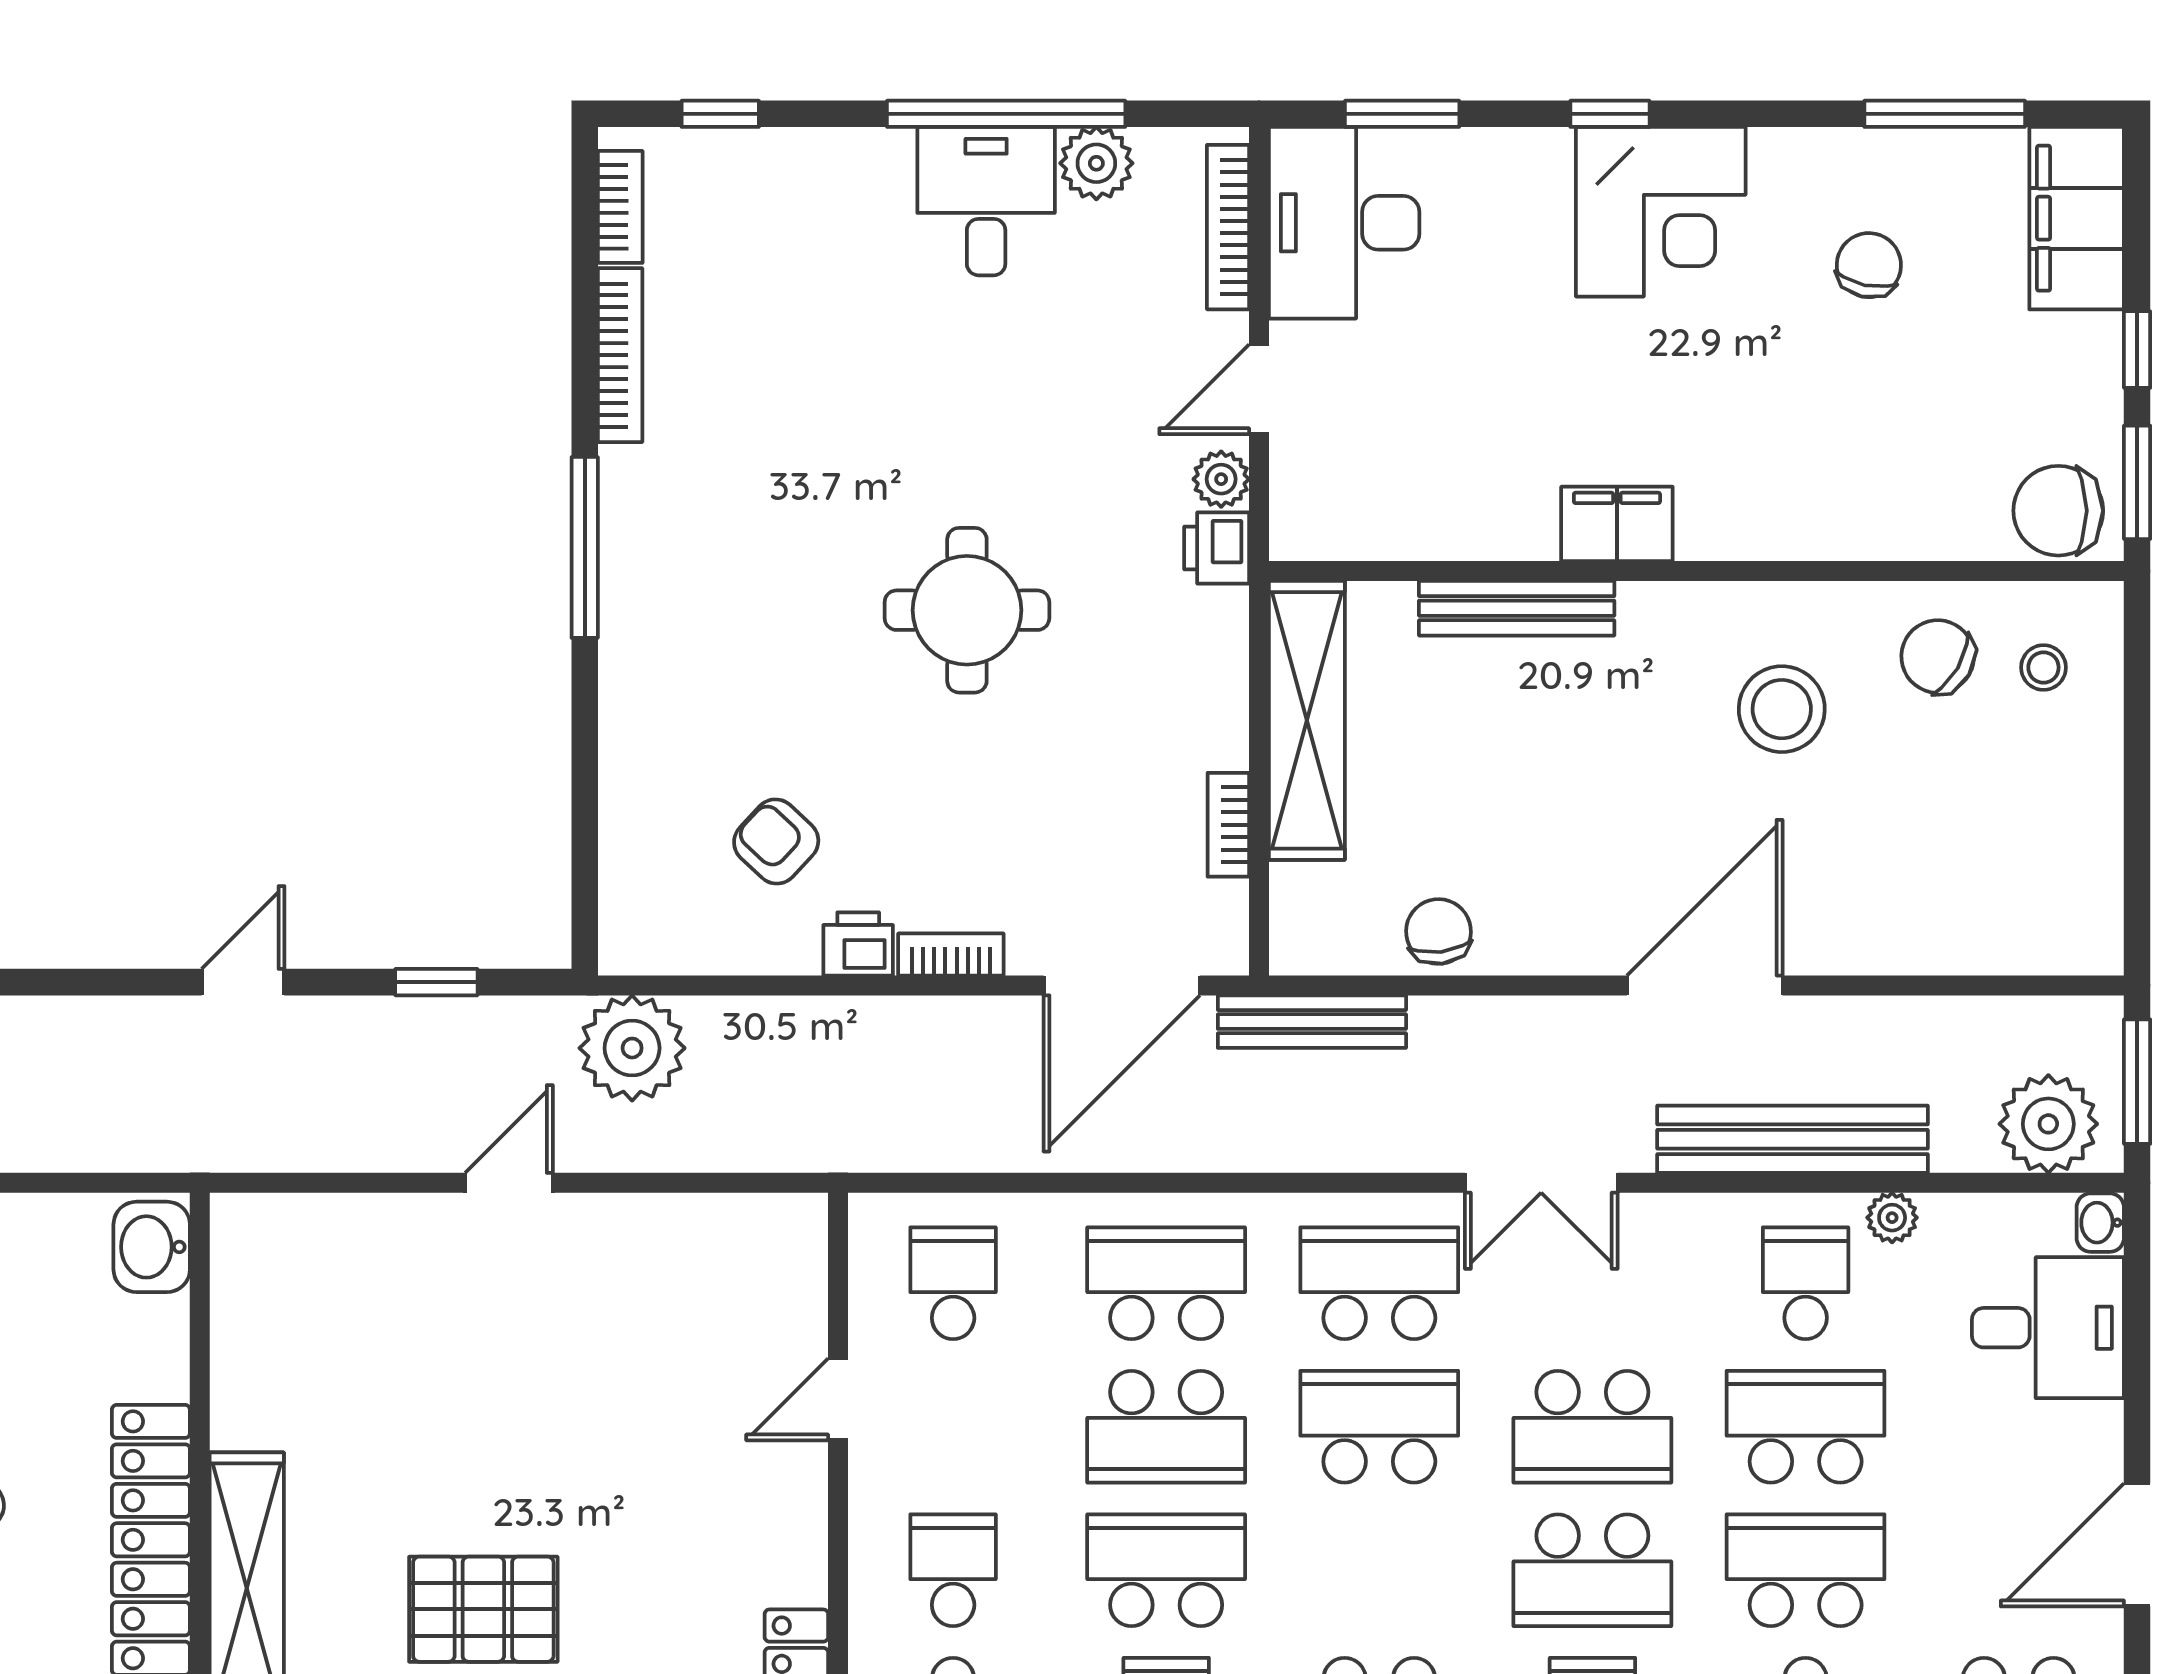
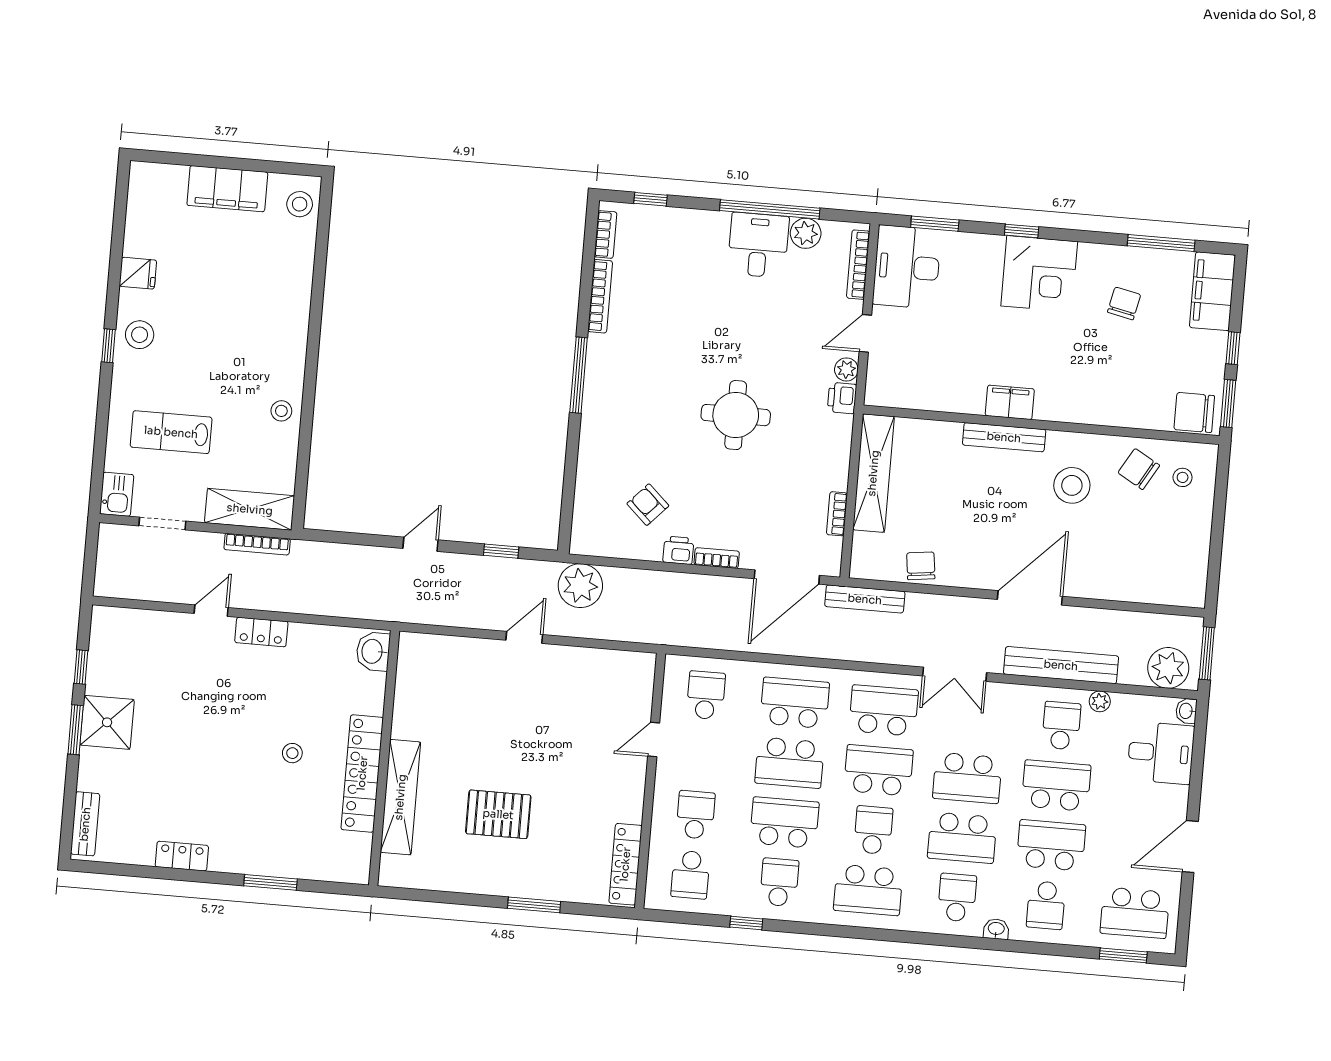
bench: (1517, 608) -> (1004, 437), moved
school desk: (1379, 1570) -> (873, 830), added

